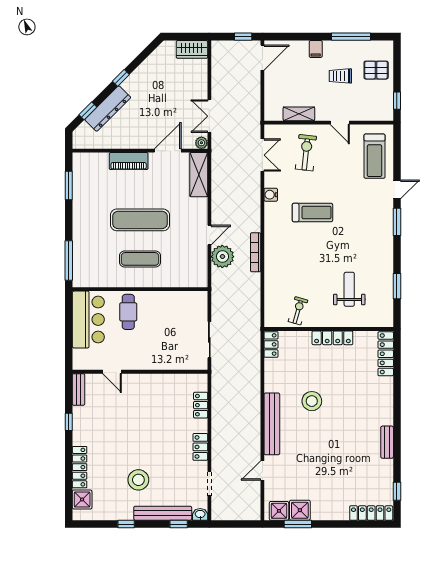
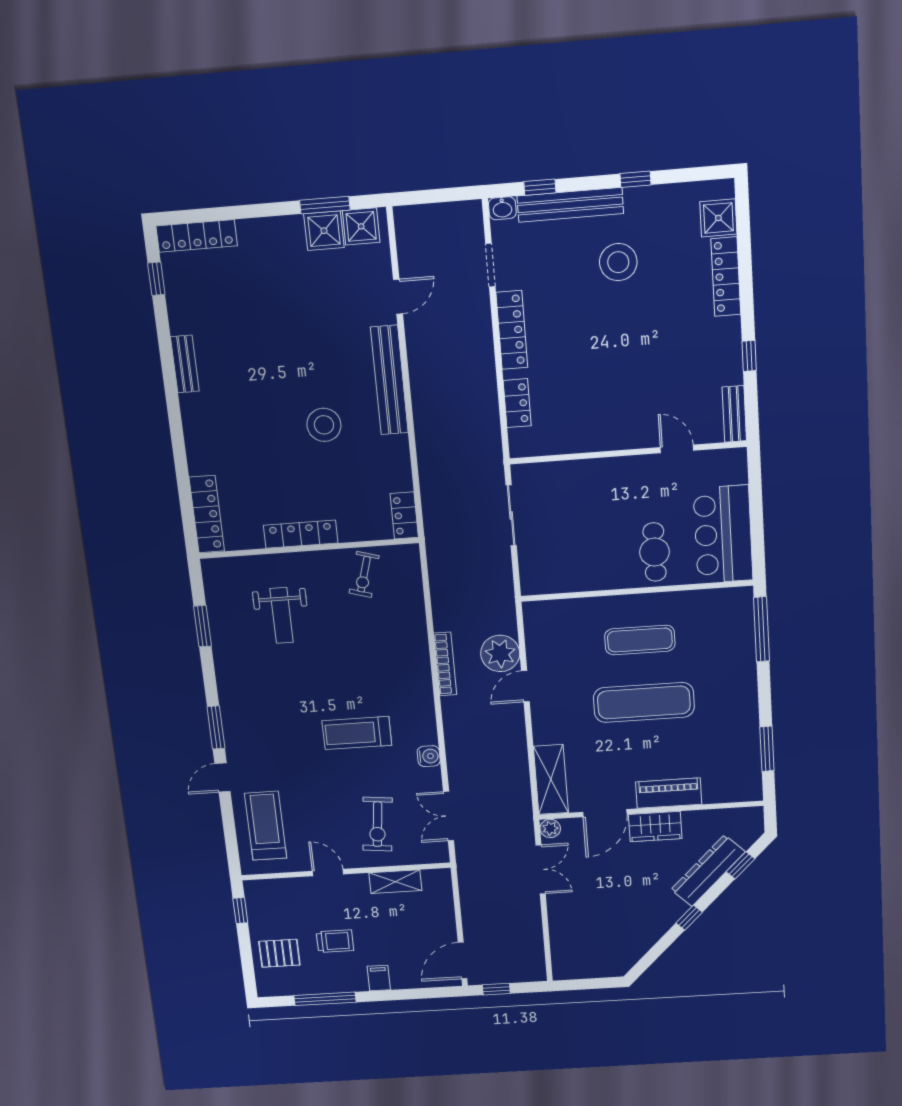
wardrobe: (192, 49) -> (655, 827), moved, turned 180
locker: (200, 447) -> (512, 330), width x1.53

